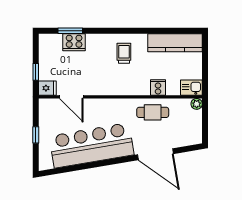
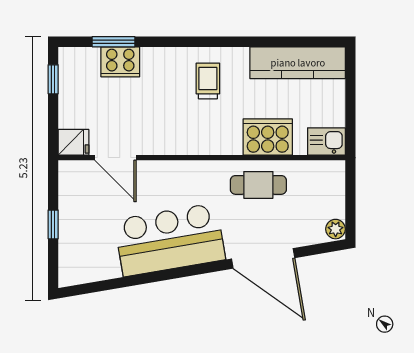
window: (36, 72) -> (53, 79), moved
cooker: (158, 88) -> (268, 137), width x1.87, depth x1.31
plant: (197, 104) -> (336, 229), moved
bar counter: (92, 145) -> (170, 240), width x0.73

